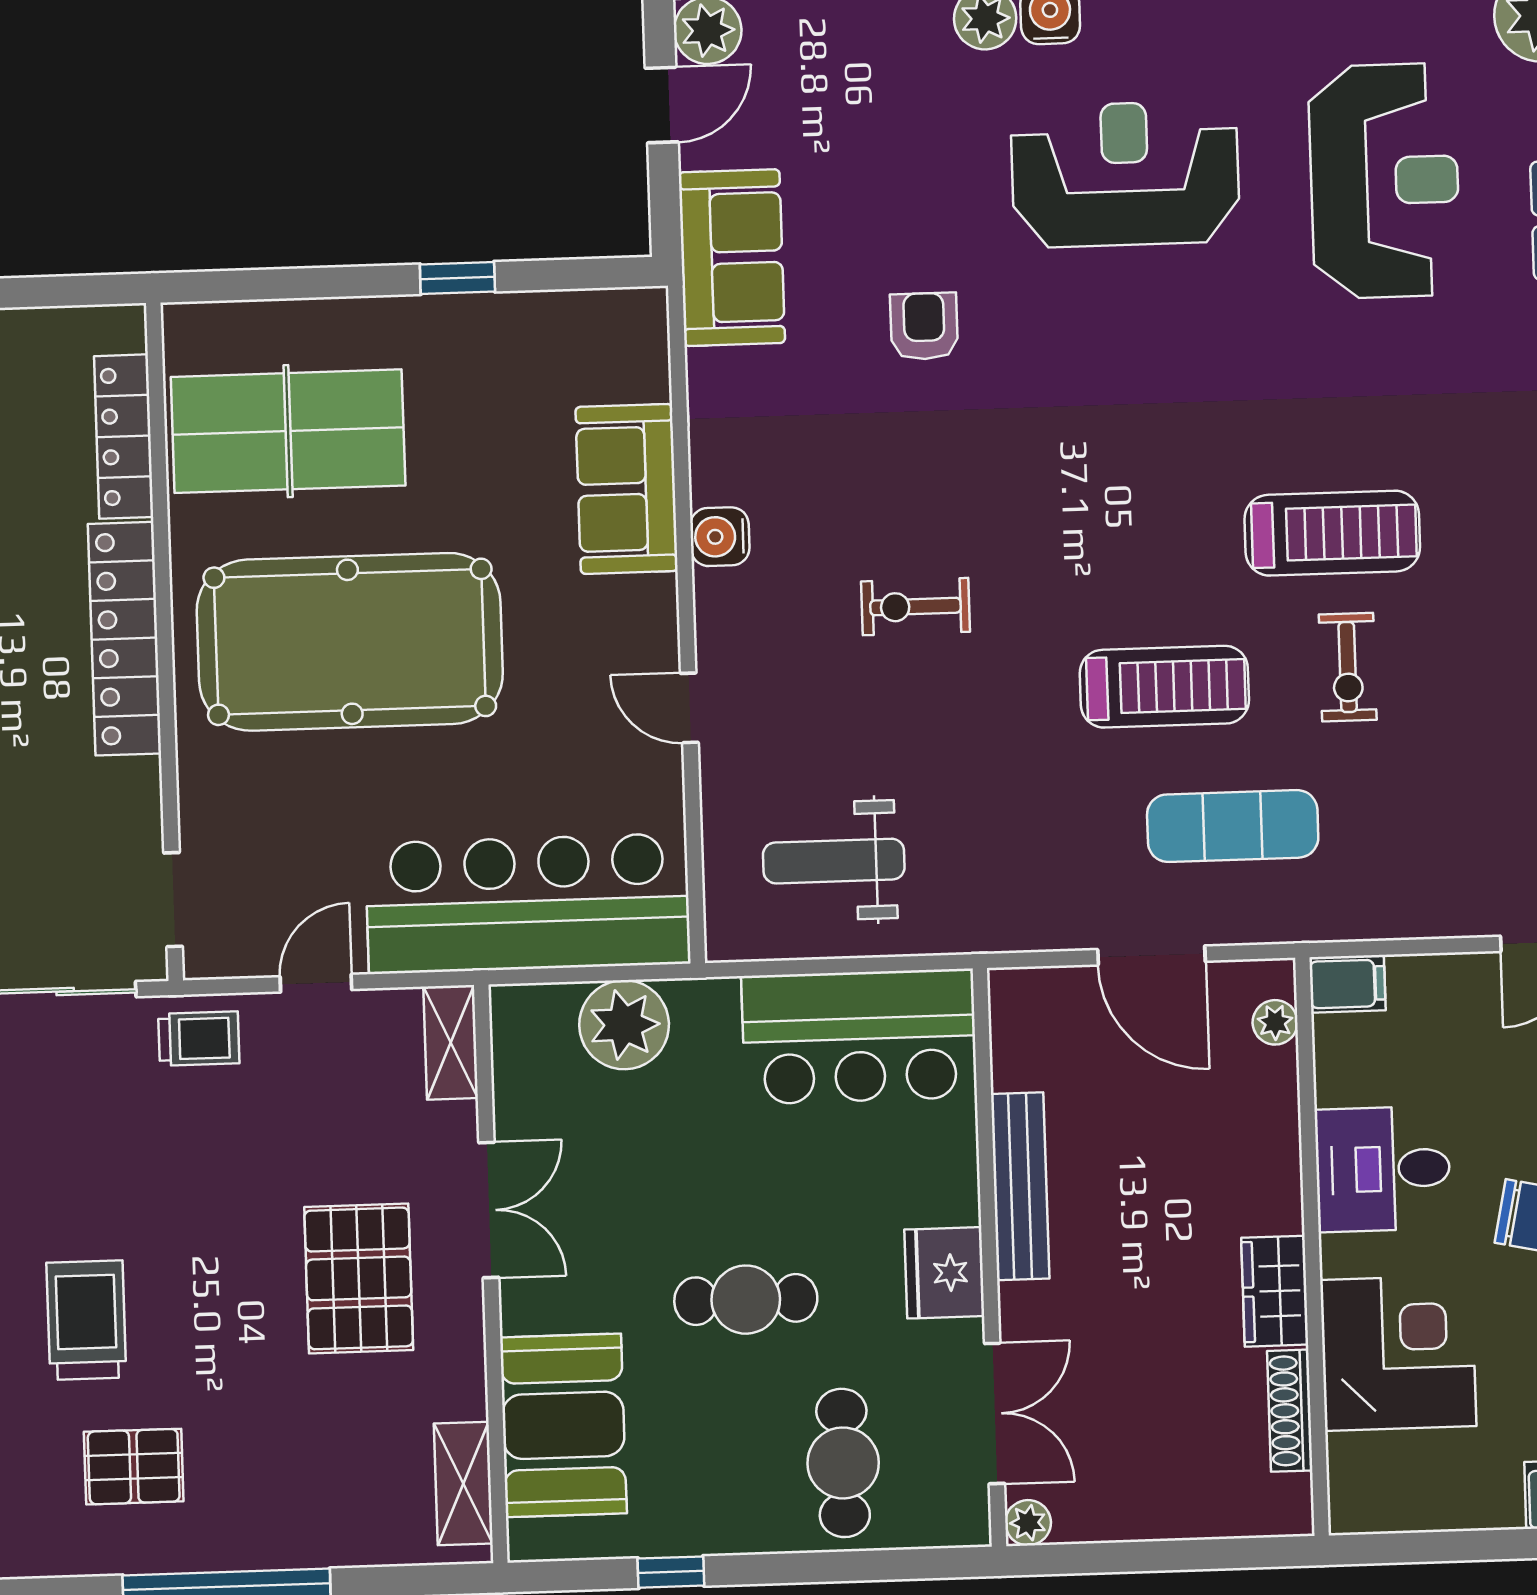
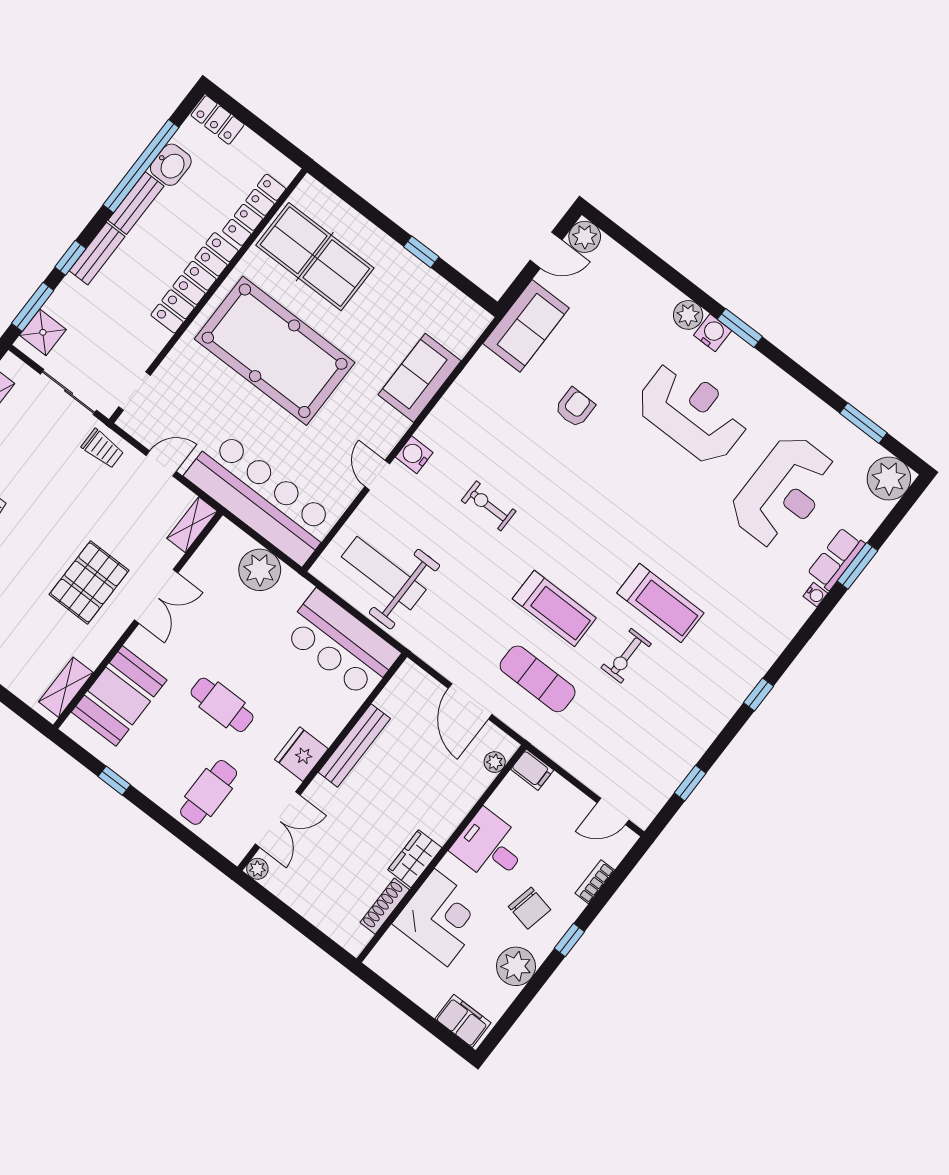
water cooler: (720, 537) -> (414, 455), moved
weight bench: (834, 861) -> (384, 573), width x1.36, depth x1.33

